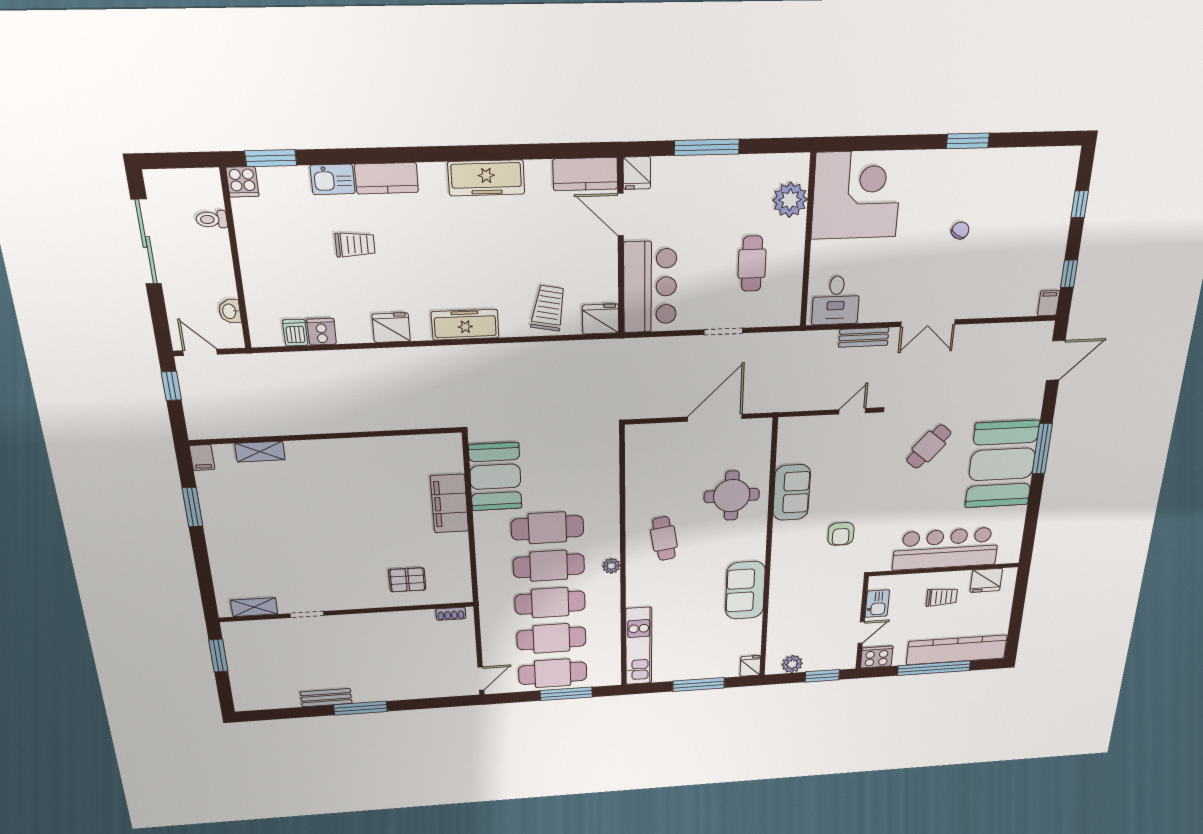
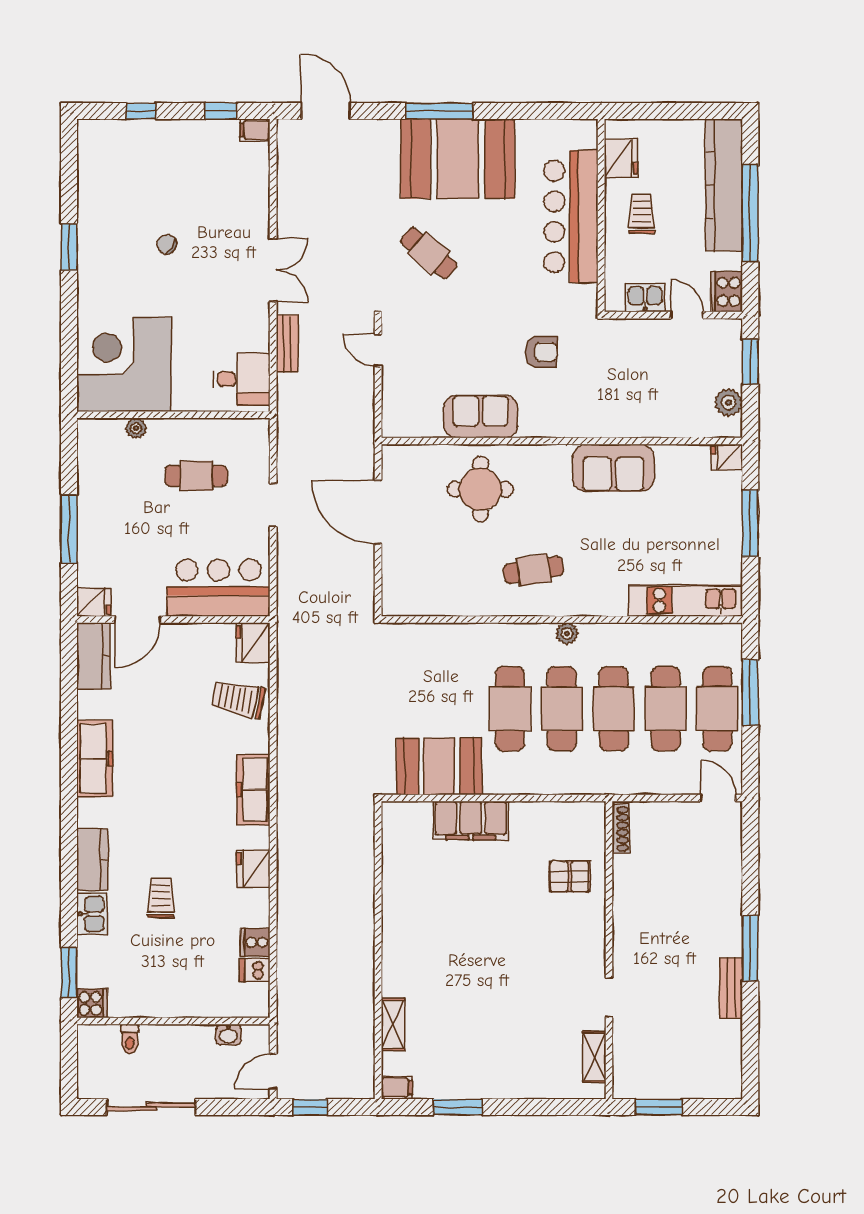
plant: (790, 200) -> (136, 428), width x0.53, depth x0.53
pallet: (407, 580) -> (570, 877), turned 90
shoe rack: (451, 614) -> (621, 829), width x1.43

